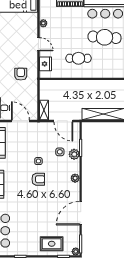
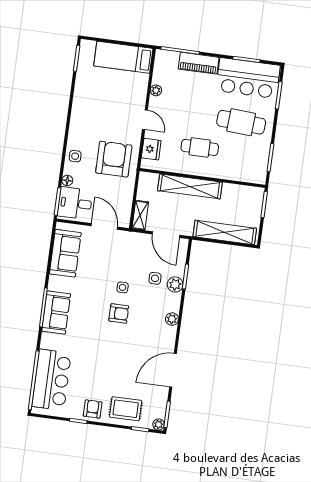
armchair: (21, 74) -> (114, 159), width x1.88, depth x1.88
shelving: (75, 86) -> (190, 186), added
armchair: (29, 247) -> (93, 409), added

